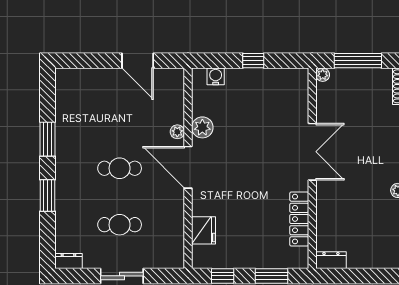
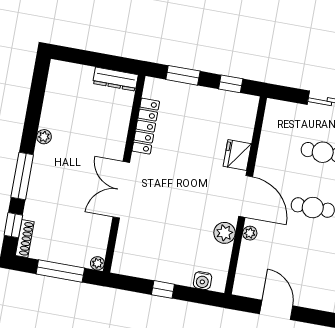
fridge: (204, 230) -> (237, 155), moved
dresser: (331, 260) -> (115, 79), width x1.44

